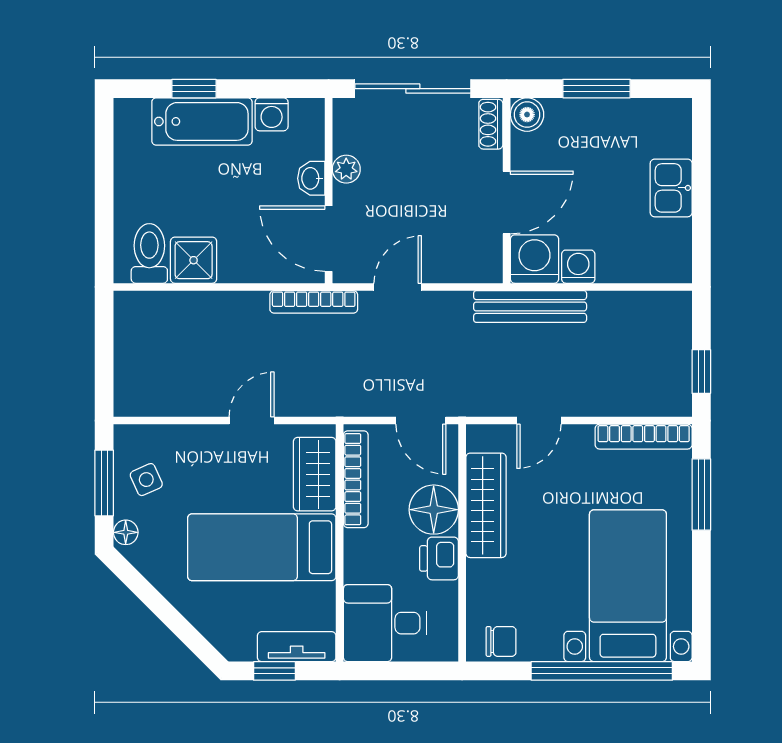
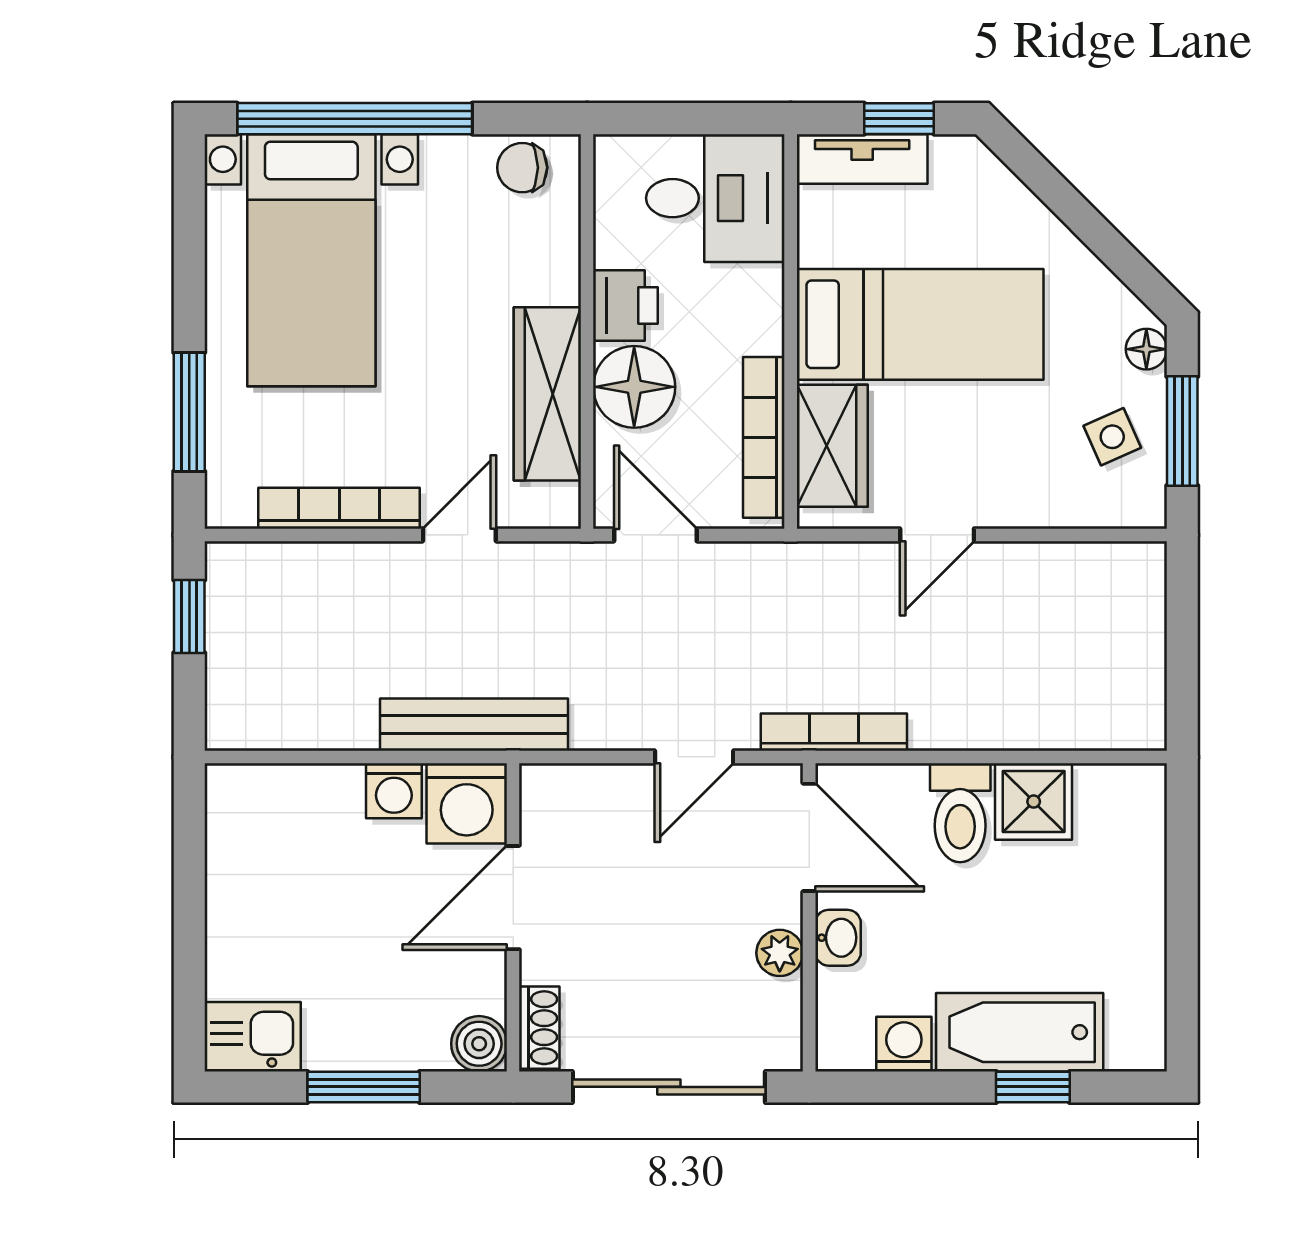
kitchen sink: (671, 188) -> (253, 1037), moved, turned -90
toilet: (149, 253) -> (960, 813), moved
bookcase: (644, 437) -> (339, 508), moved

